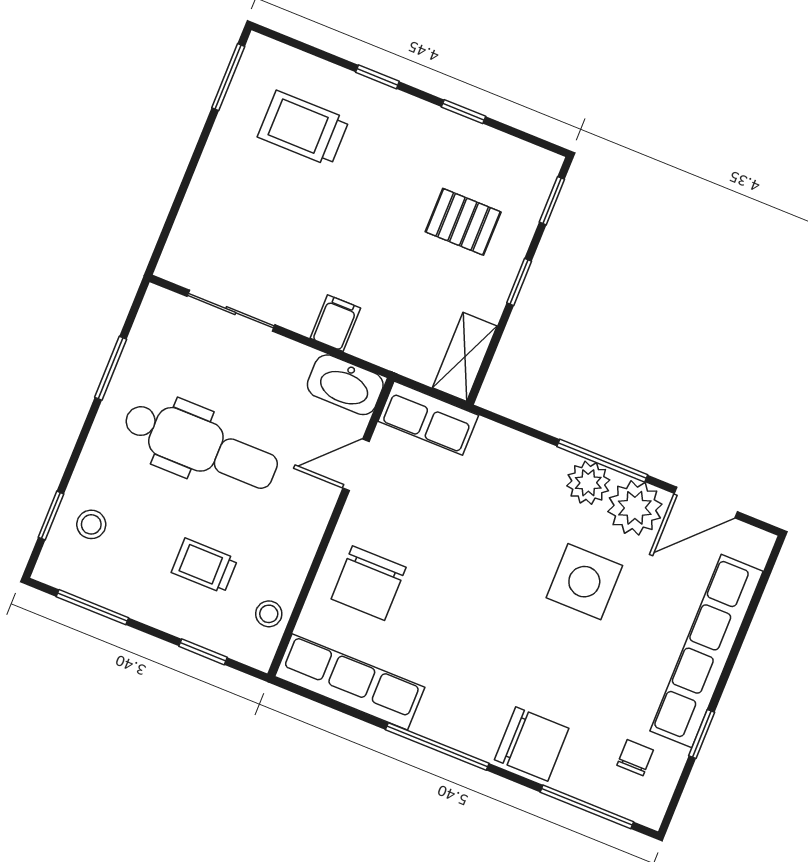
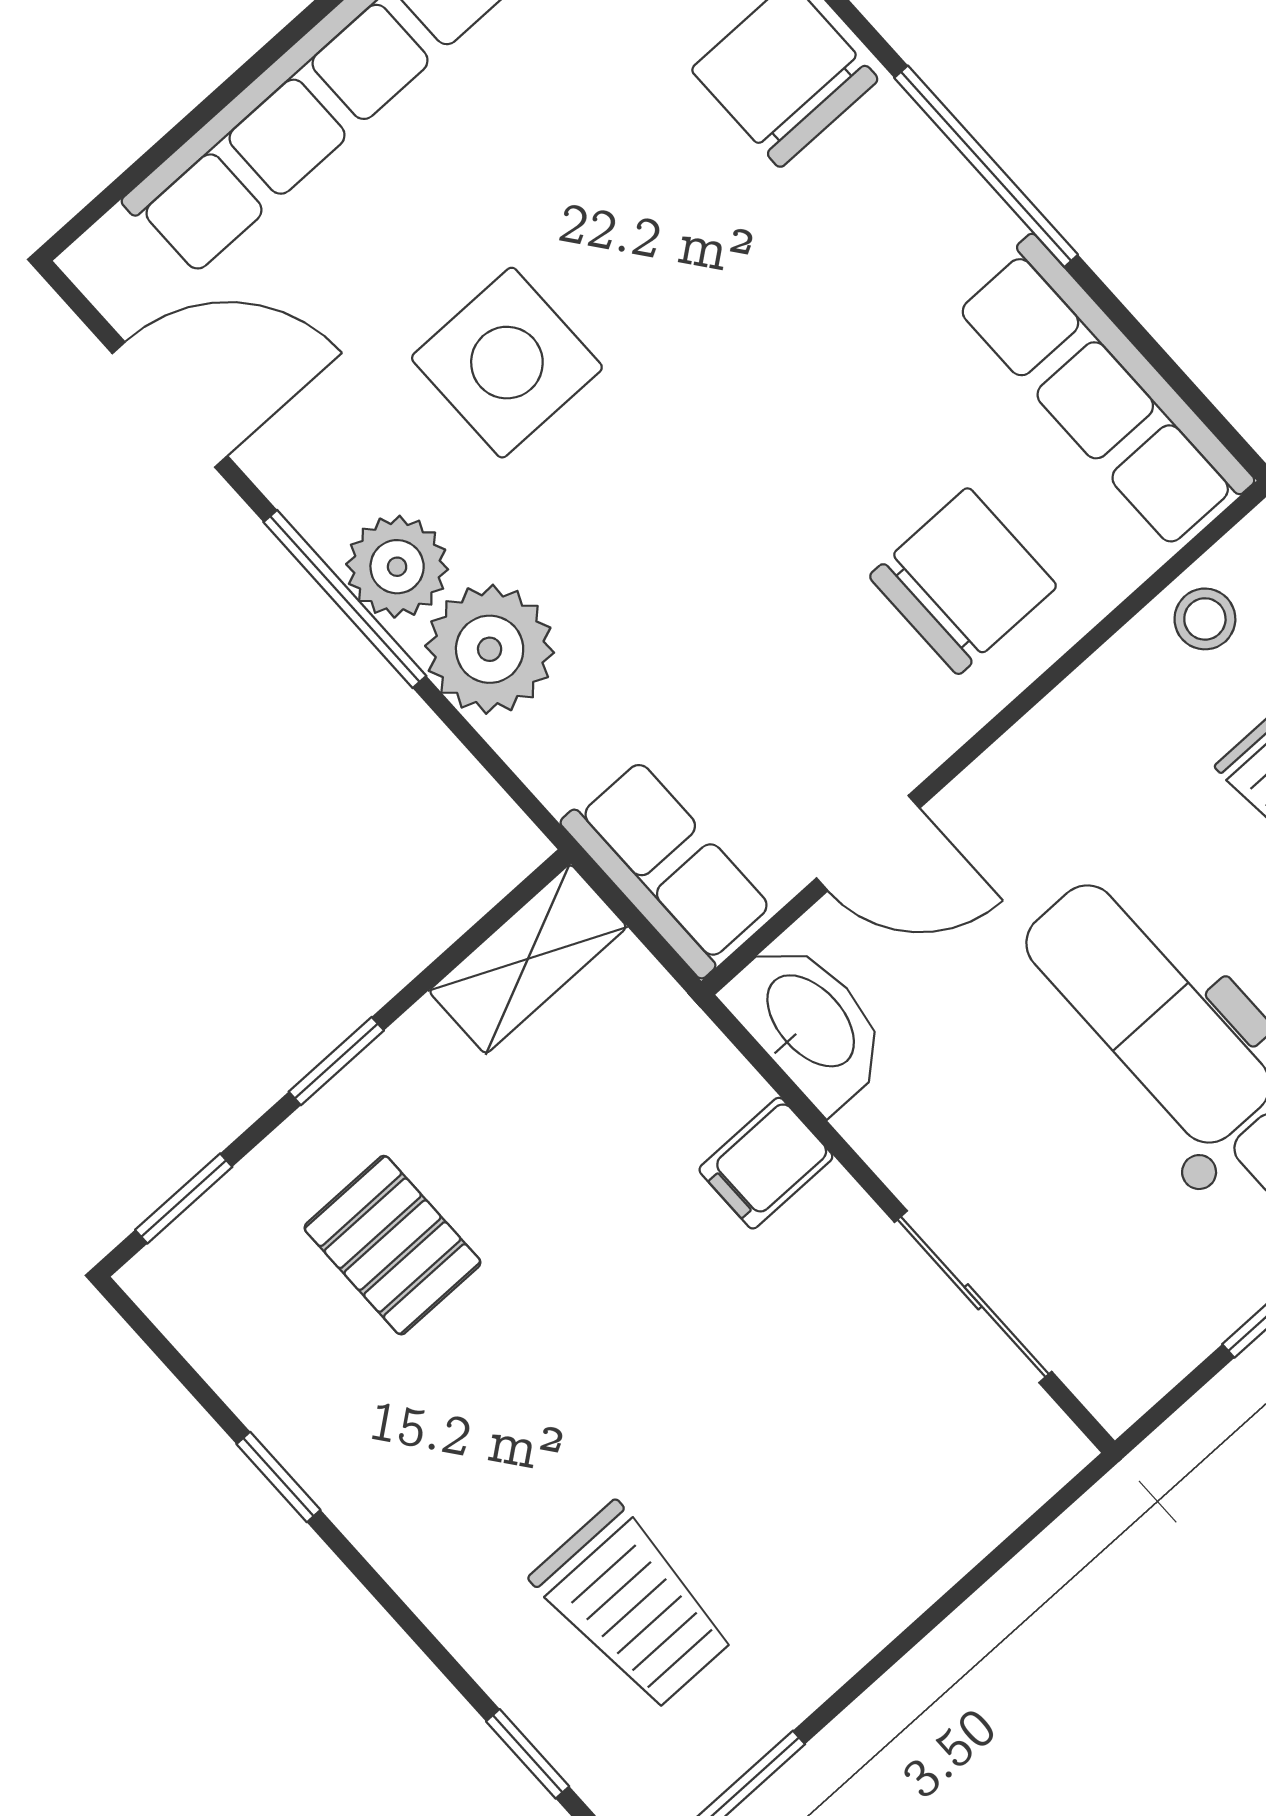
window: (377, 77) -> (528, 1754), moved
plant: (635, 508) -> (490, 649), moved

